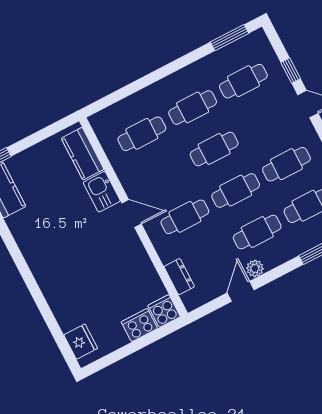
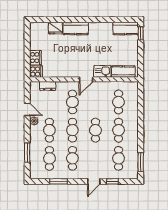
kitchen counter: (49, 280) -> (76, 29), added
fridge: (81, 342) -> (55, 28), moved

